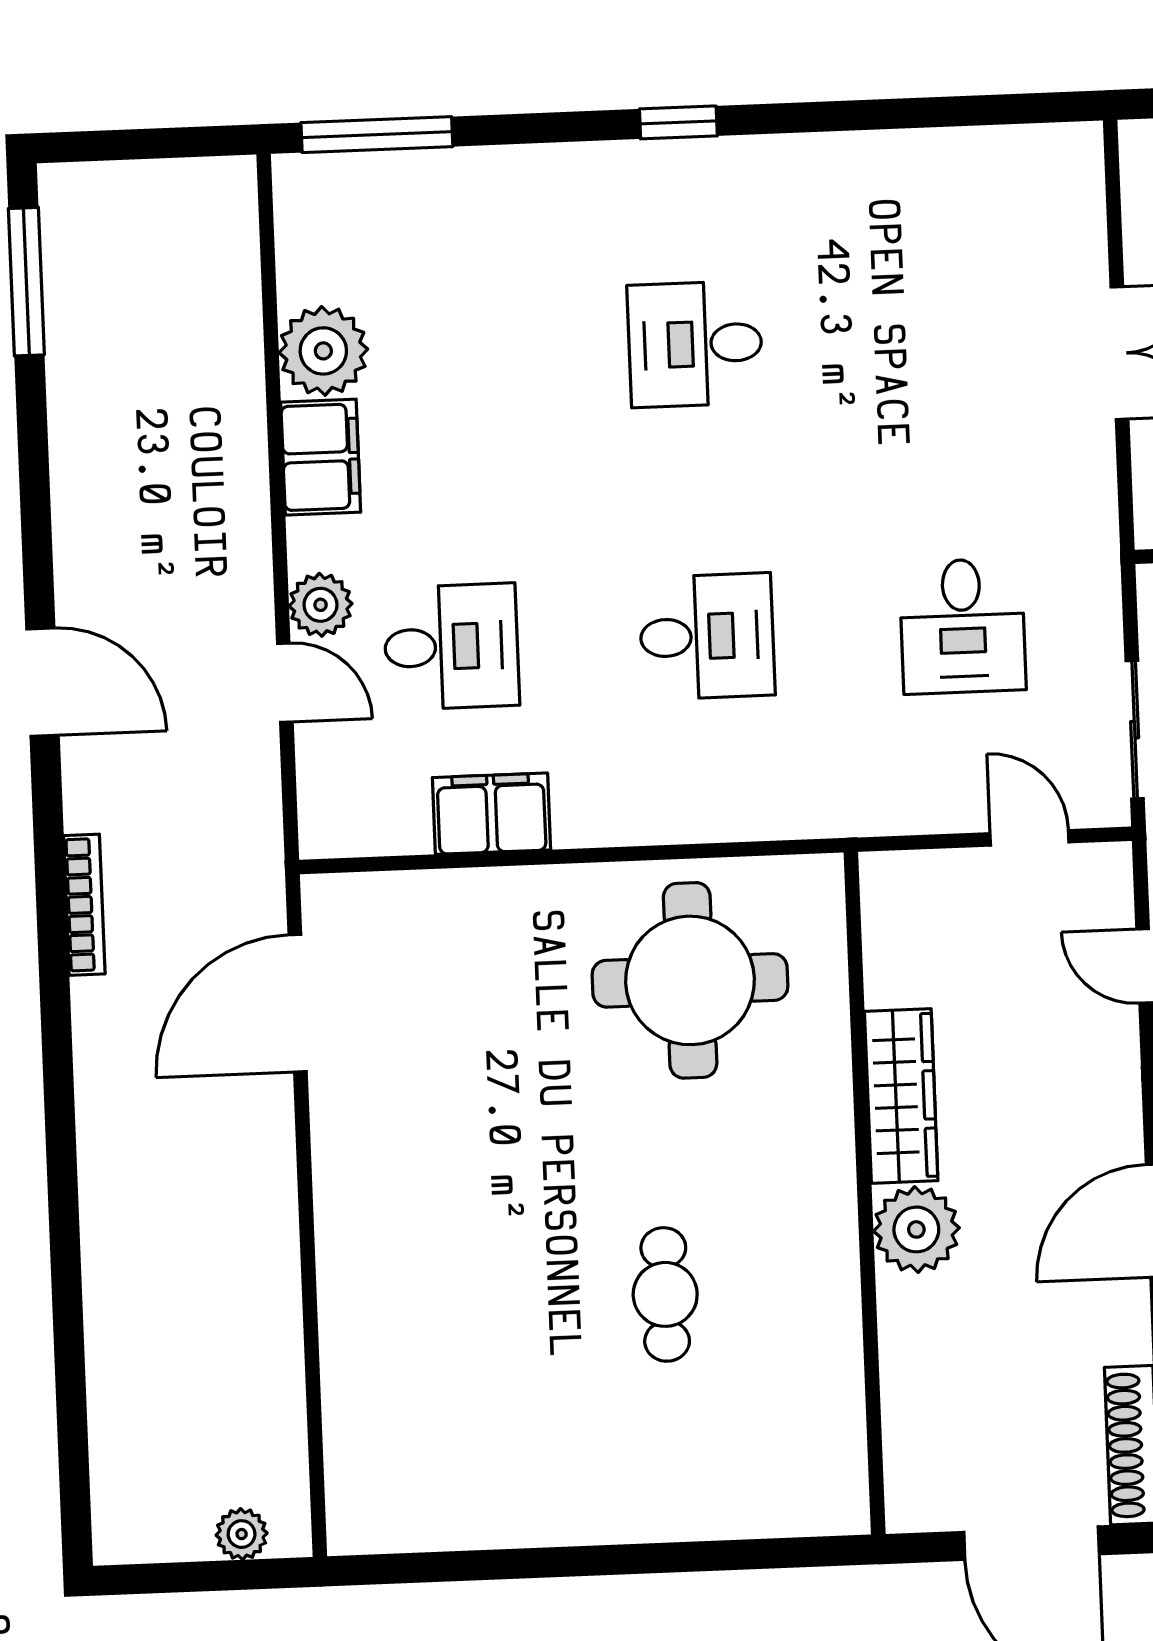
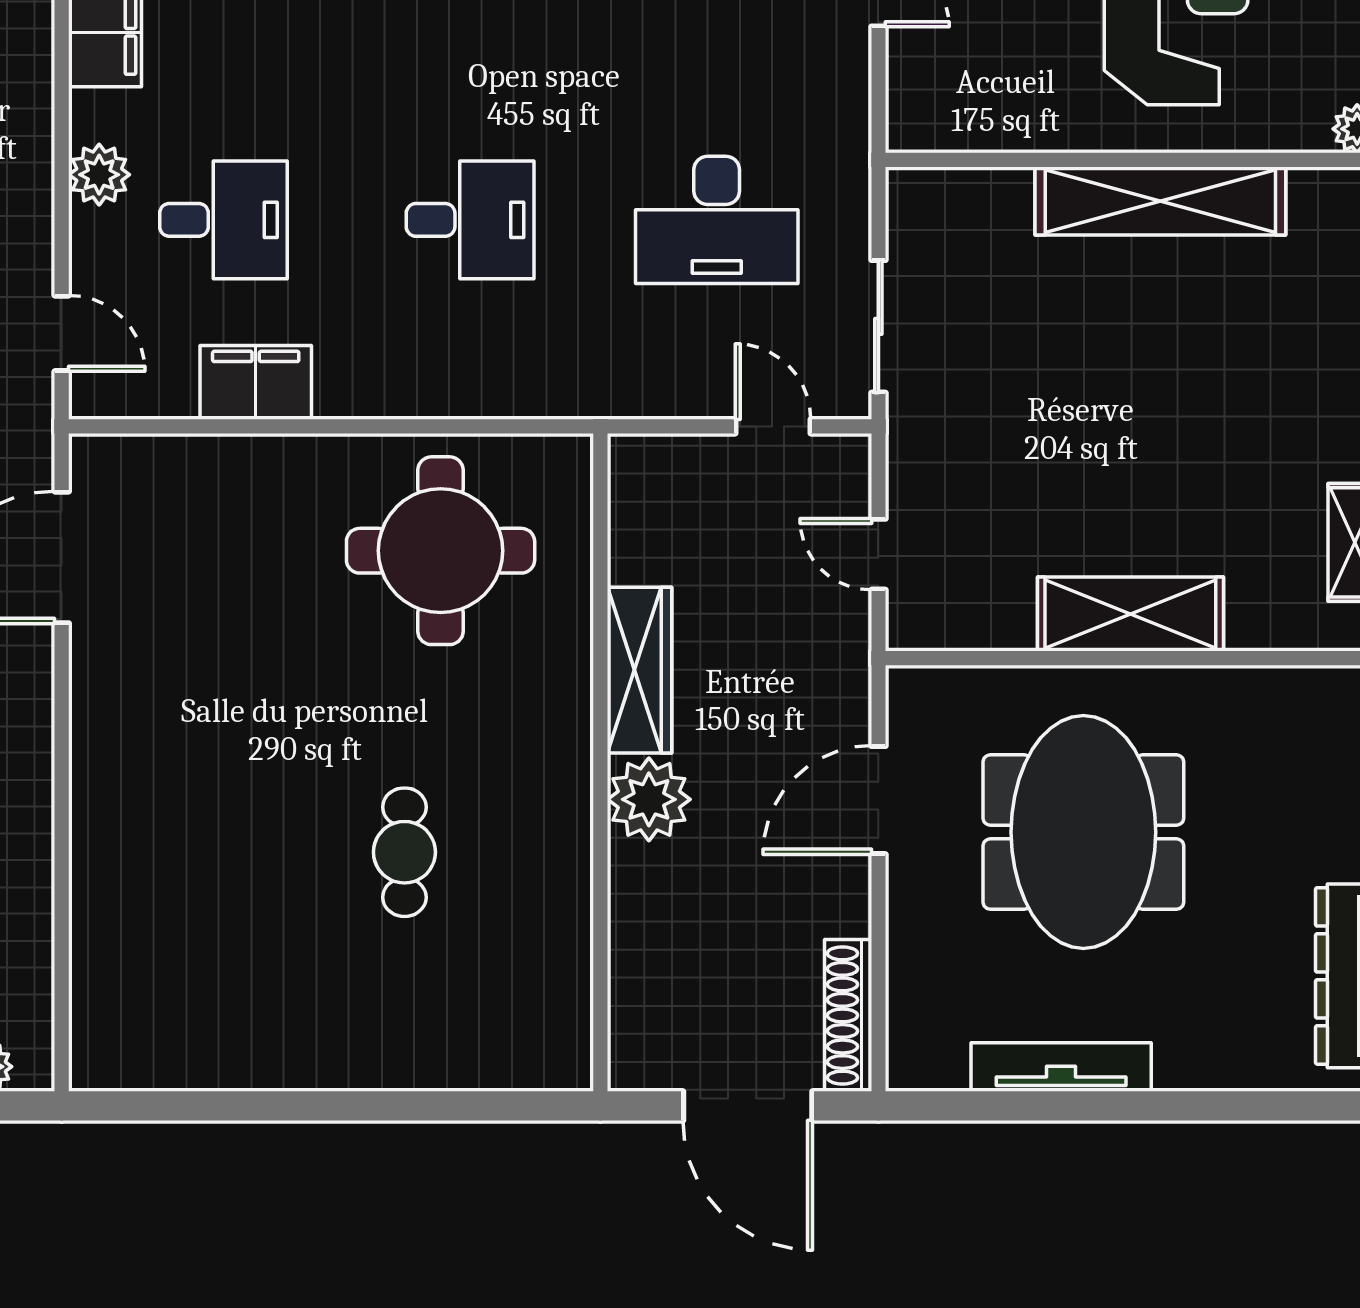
desk: (962, 626) -> (717, 220), width x1.37
door: (285, 683) -> (62, 333), moved

